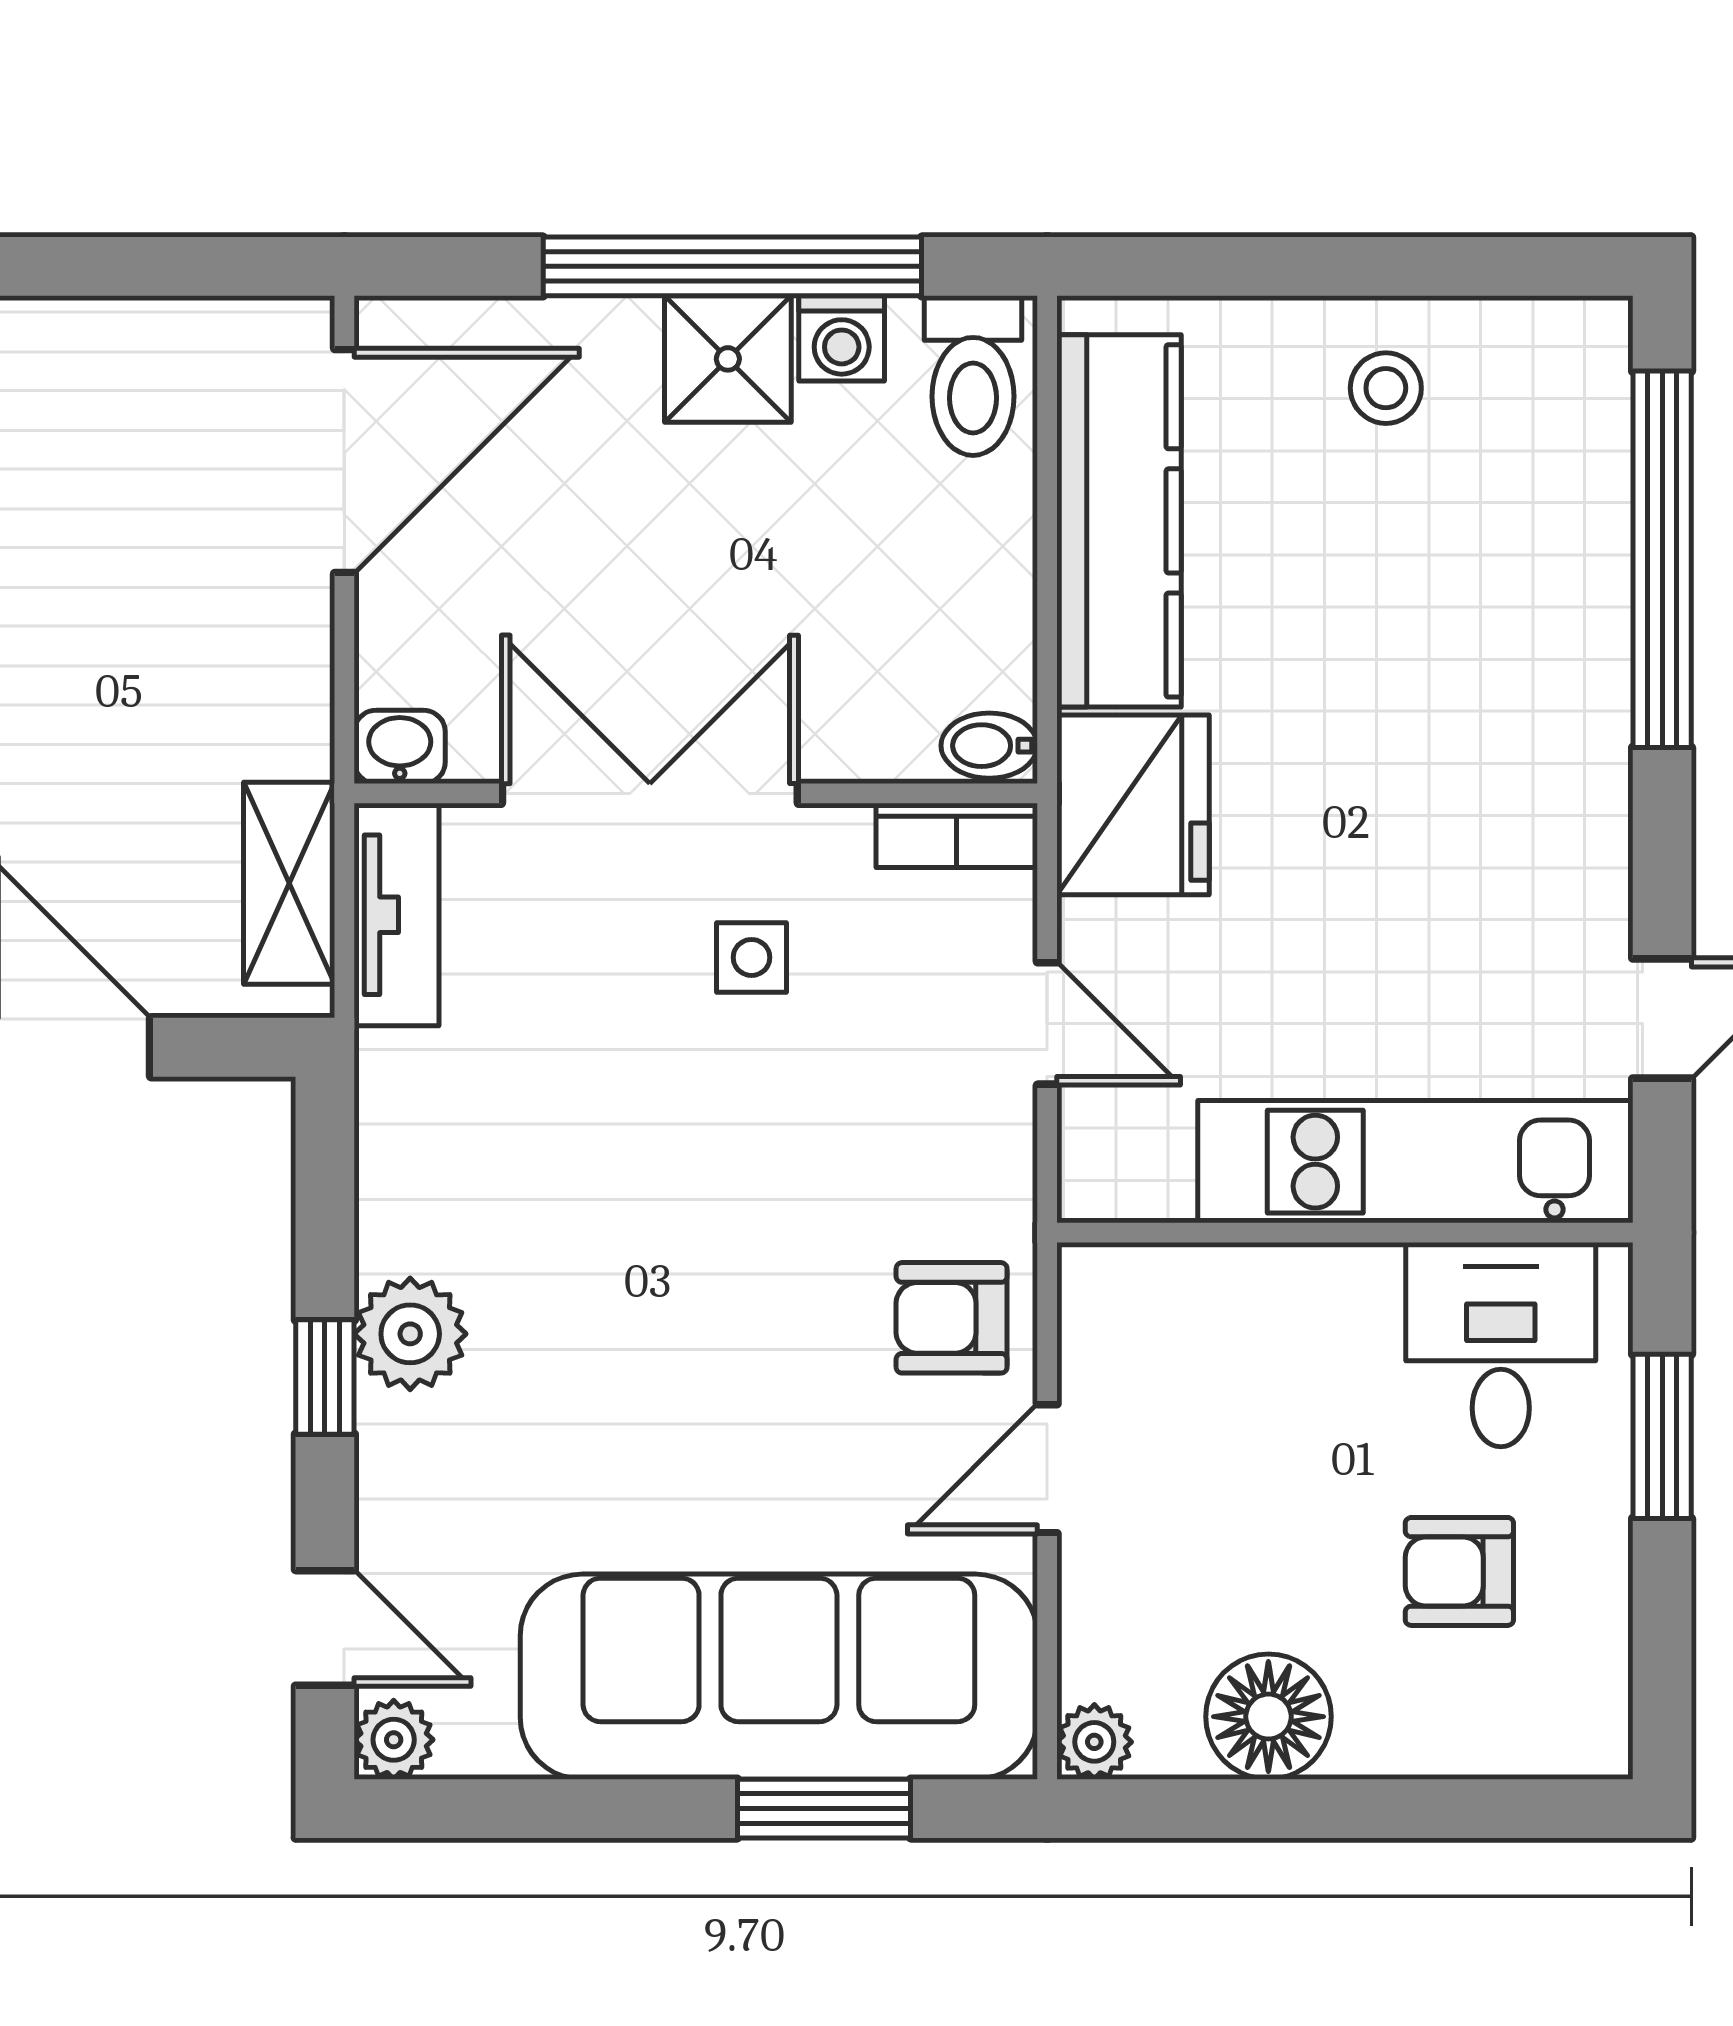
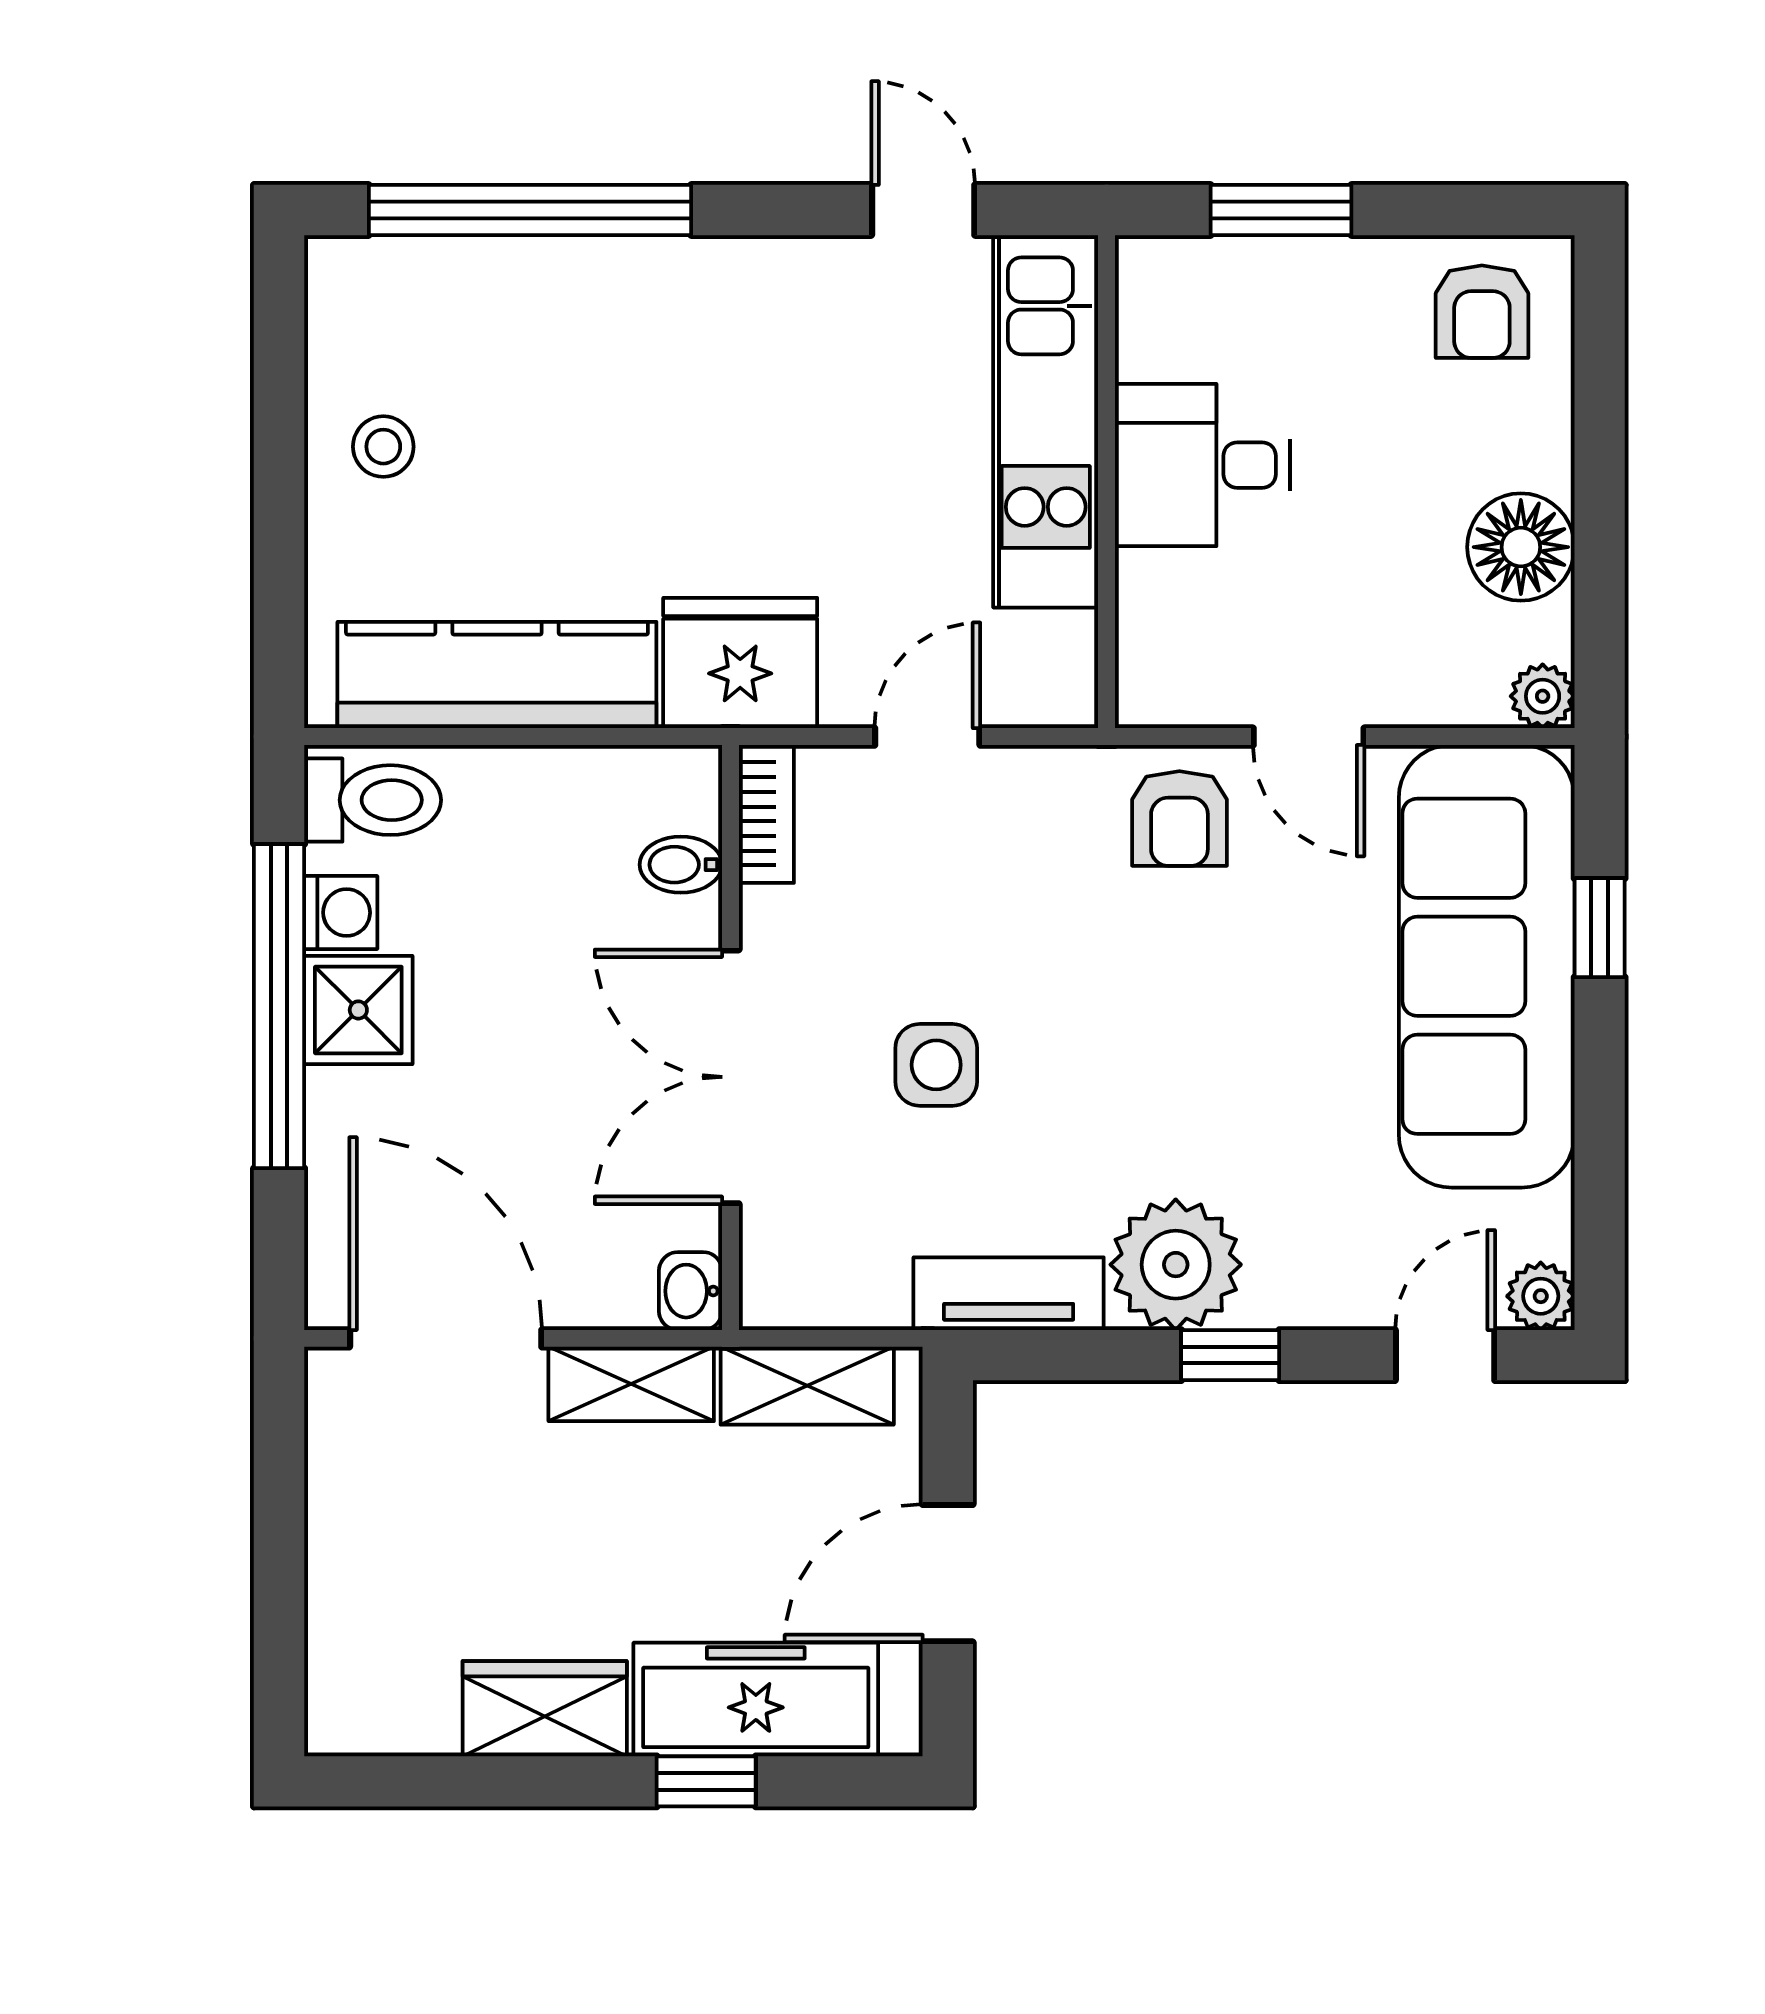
shelving: (291, 678) -> (631, 1384), added
bidet: (989, 746) -> (681, 865), moved, turned 90
tv unit: (397, 915) -> (1009, 1294), moved
side table: (752, 957) -> (936, 1065), moved, width x1.37, depth x1.37
plant: (410, 1334) -> (1176, 1265), width x1.36, depth x1.36
desk: (1501, 1345) -> (1202, 465), moved
armchair: (1459, 1571) -> (1482, 312), moved
window: (824, 1809) -> (1600, 928), width x0.67

